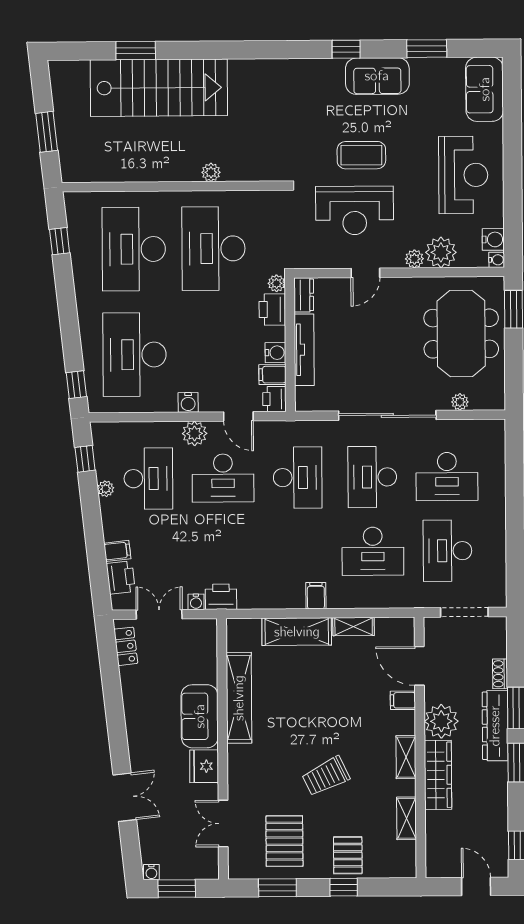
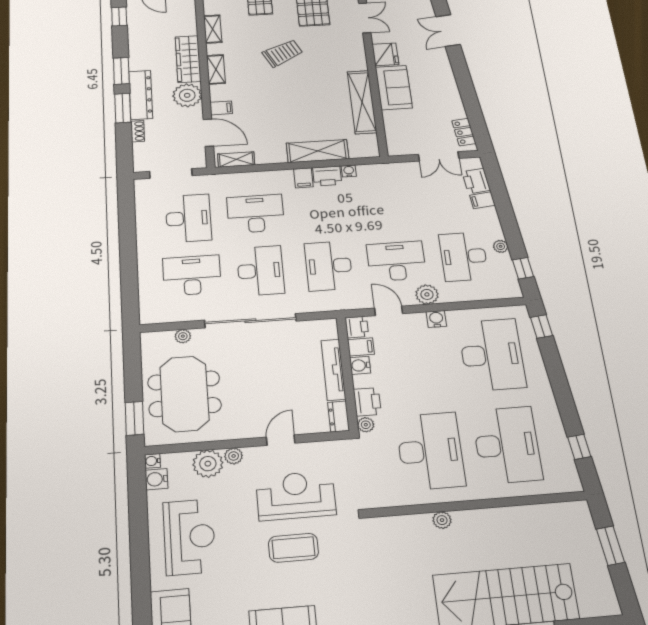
reception desk: (463, 175) -> (189, 537), turned 180
printer: (221, 597) -> (327, 176), moved
water cooler: (196, 602) -> (349, 171), moved
shelving: (354, 627) -> (236, 159), moved

